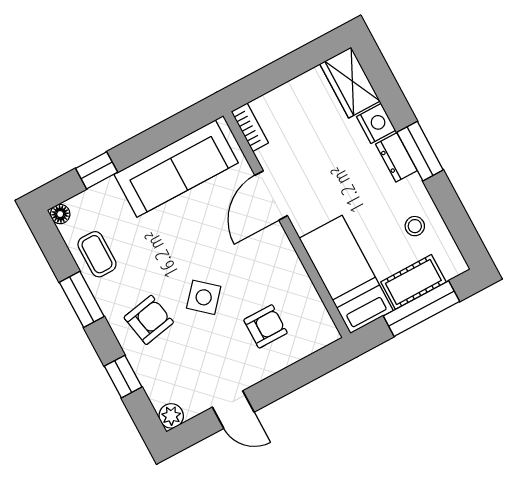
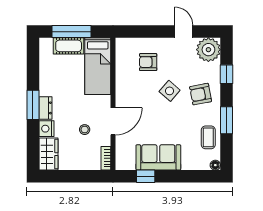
sofa: (176, 169) -> (158, 157), width x0.73
window: (97, 170) -> (146, 176), moved
stool: (415, 226) -> (85, 130), moved
plant: (171, 416) -> (208, 50), width x1.87, depth x1.87

